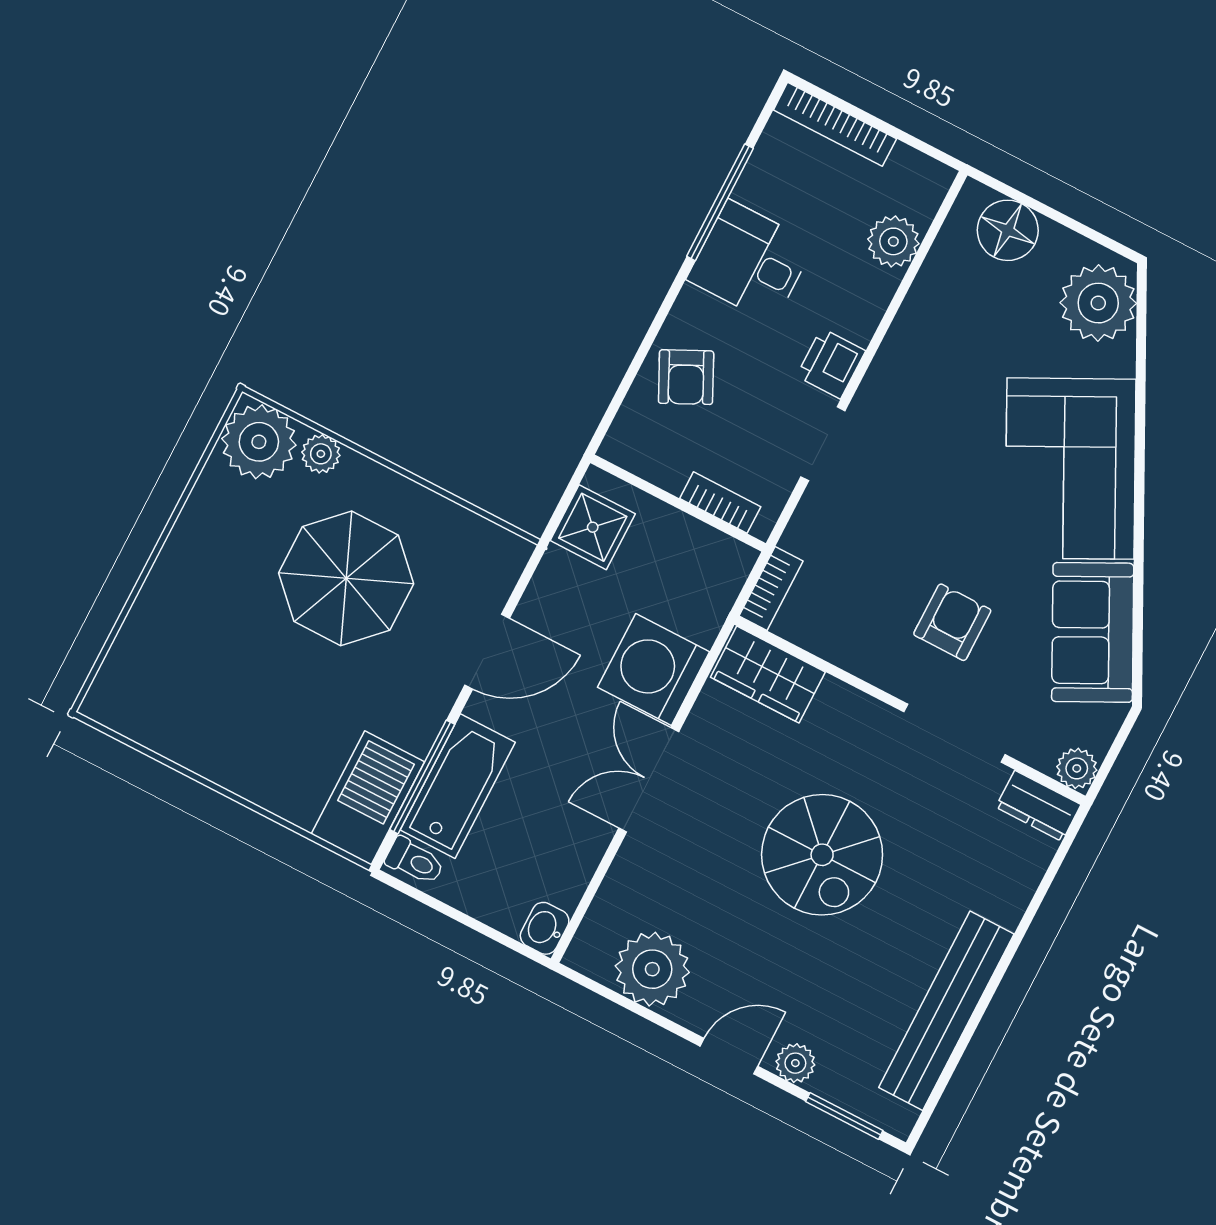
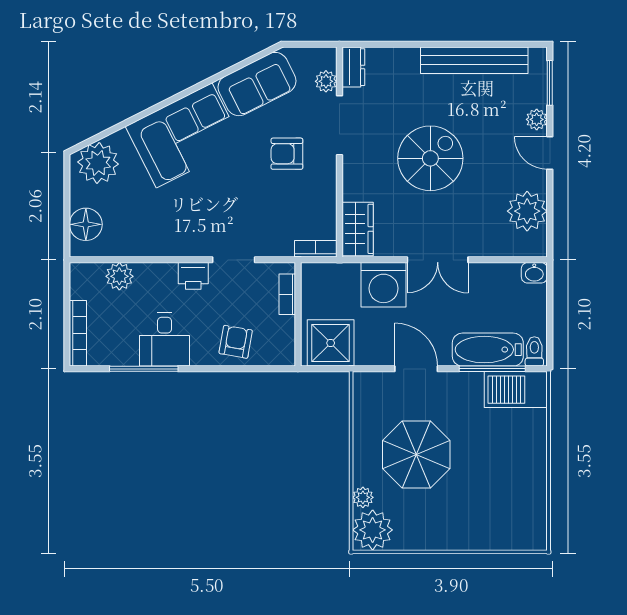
armchair: (686, 377) -> (236, 342), turned -54
shower: (593, 527) -> (331, 343), width x1.36, depth x1.36
plant: (1077, 768) -> (326, 81), moved

